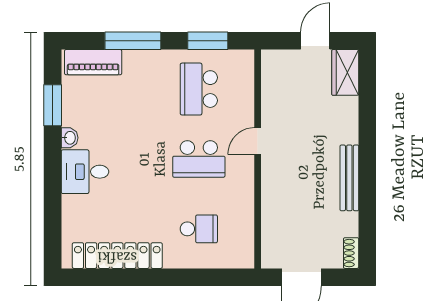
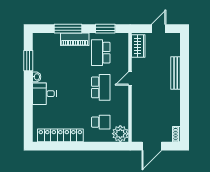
piano: (93, 62) -> (75, 39), moved
wardrobe: (345, 72) -> (138, 46), moved, turned 180
school desk: (199, 159) -> (101, 87), turned -90
bench: (349, 178) -> (176, 73), moved
plant: (238, 252) -> (120, 134), added

